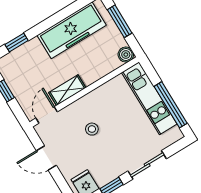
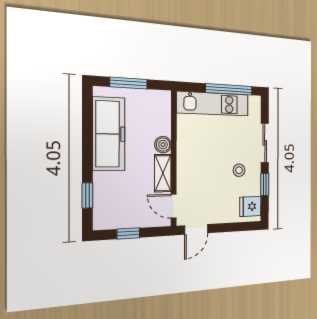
boiler: (126, 55) -> (163, 145), moved
stool: (92, 129) -> (239, 170), moved
door: (46, 158) -> (196, 229), moved

